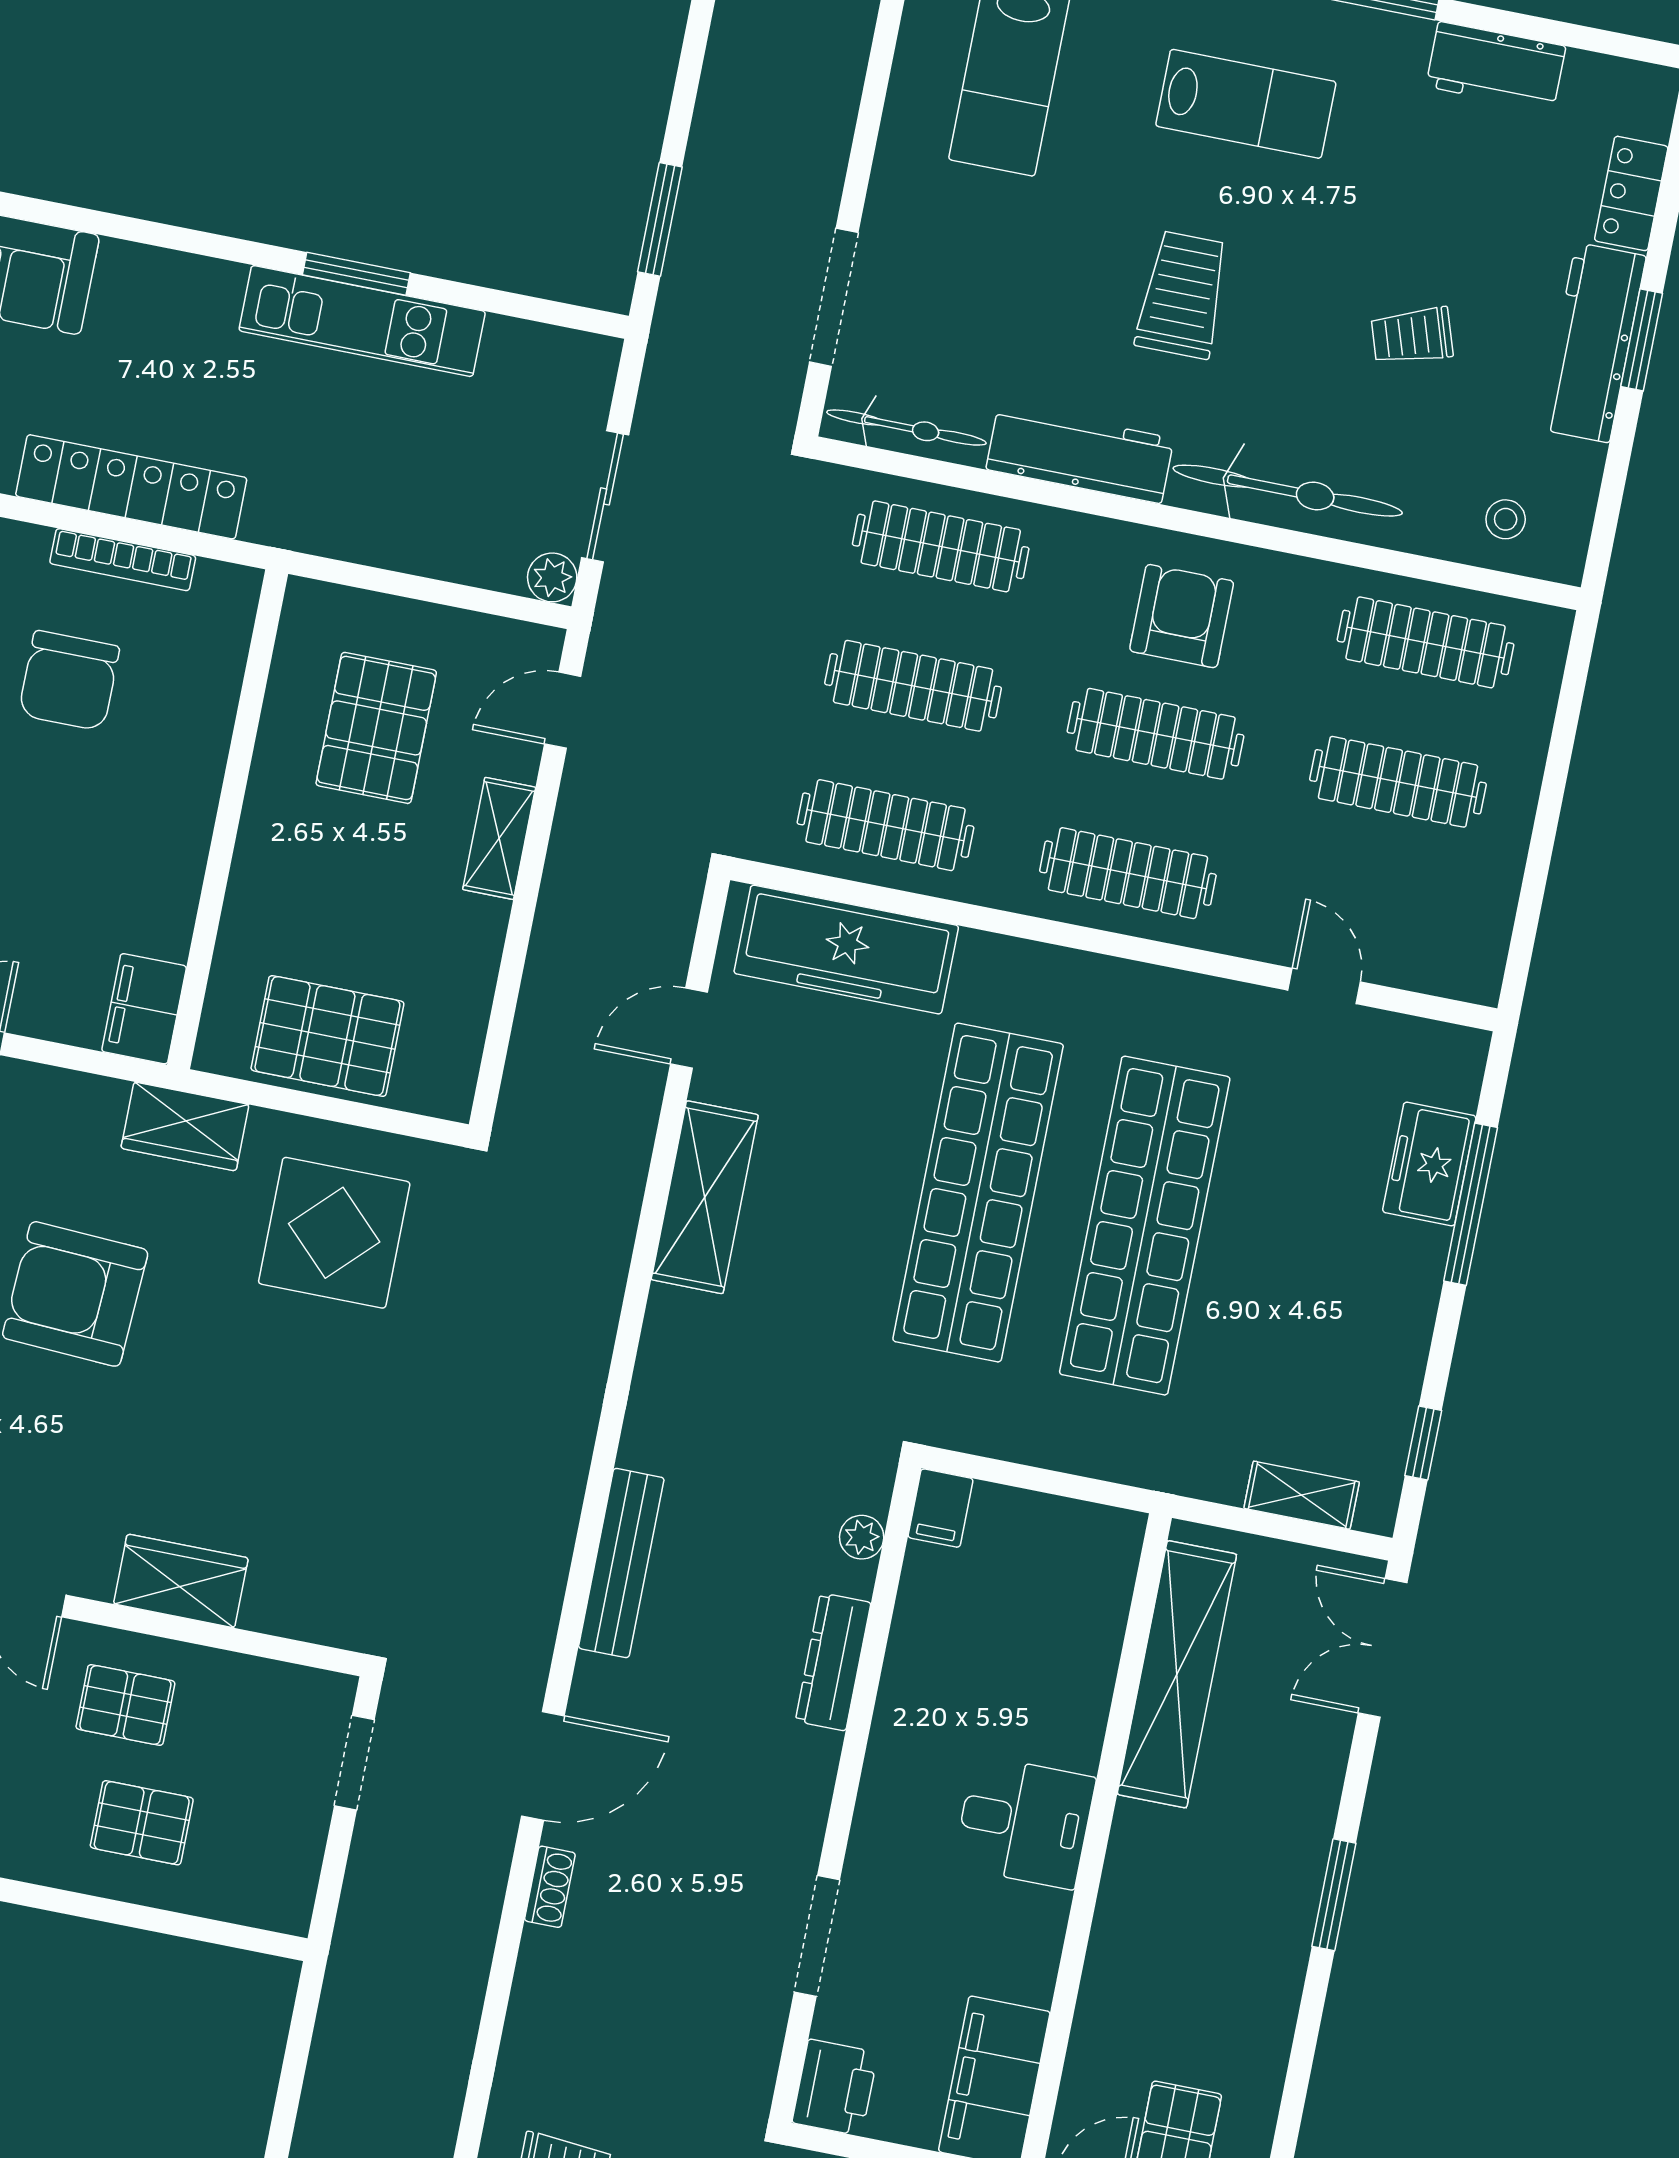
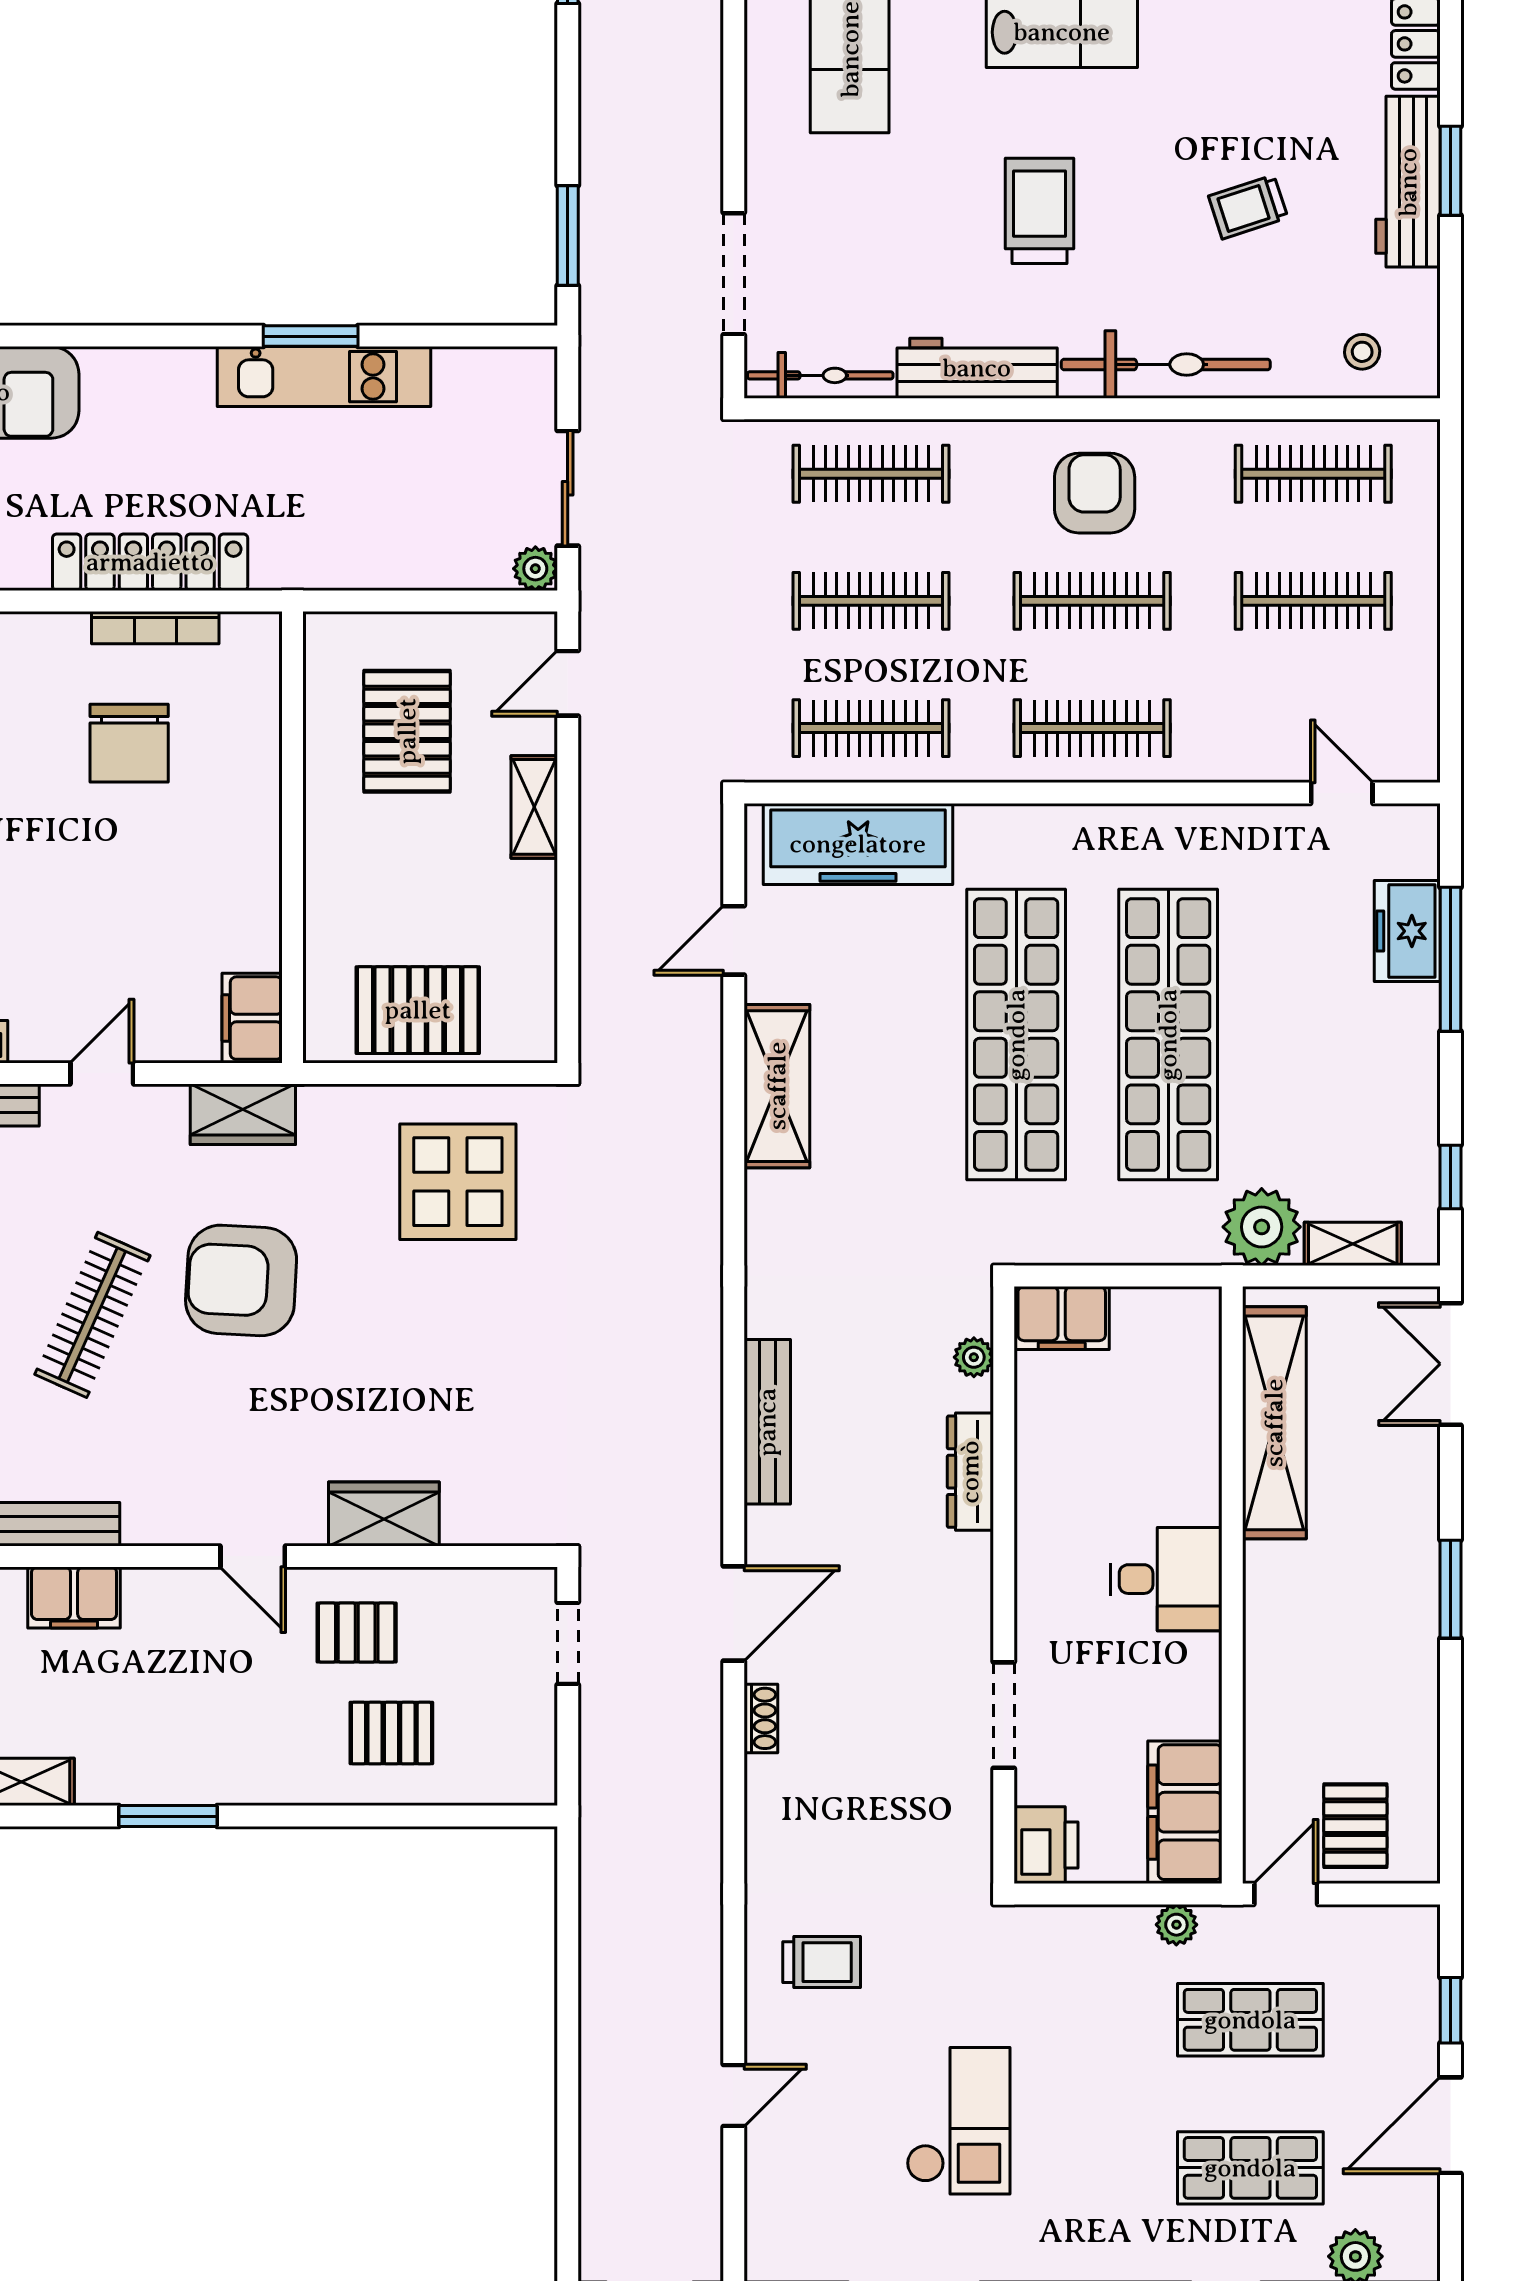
door: (1324, 986) -> (1342, 793), moved
wardrobe: (185, 1126) -> (243, 1114), moved
plant: (1205, 1457) -> (1262, 1227), added
filing cabinet: (940, 1508) -> (1062, 1318), width x2.00

